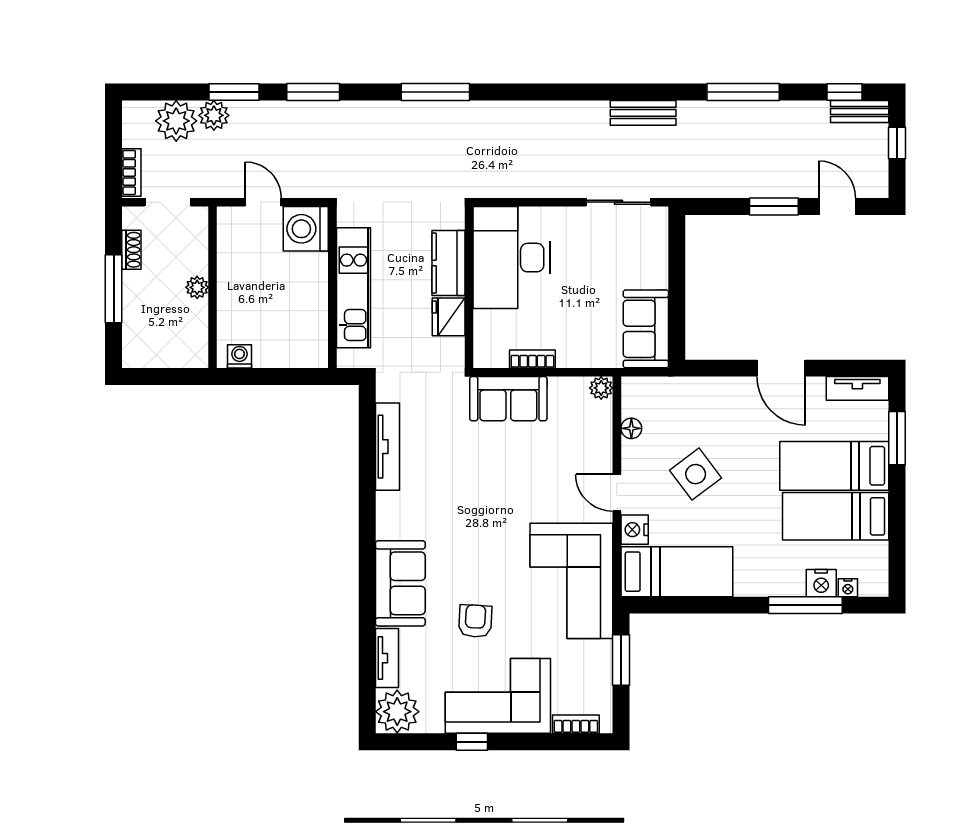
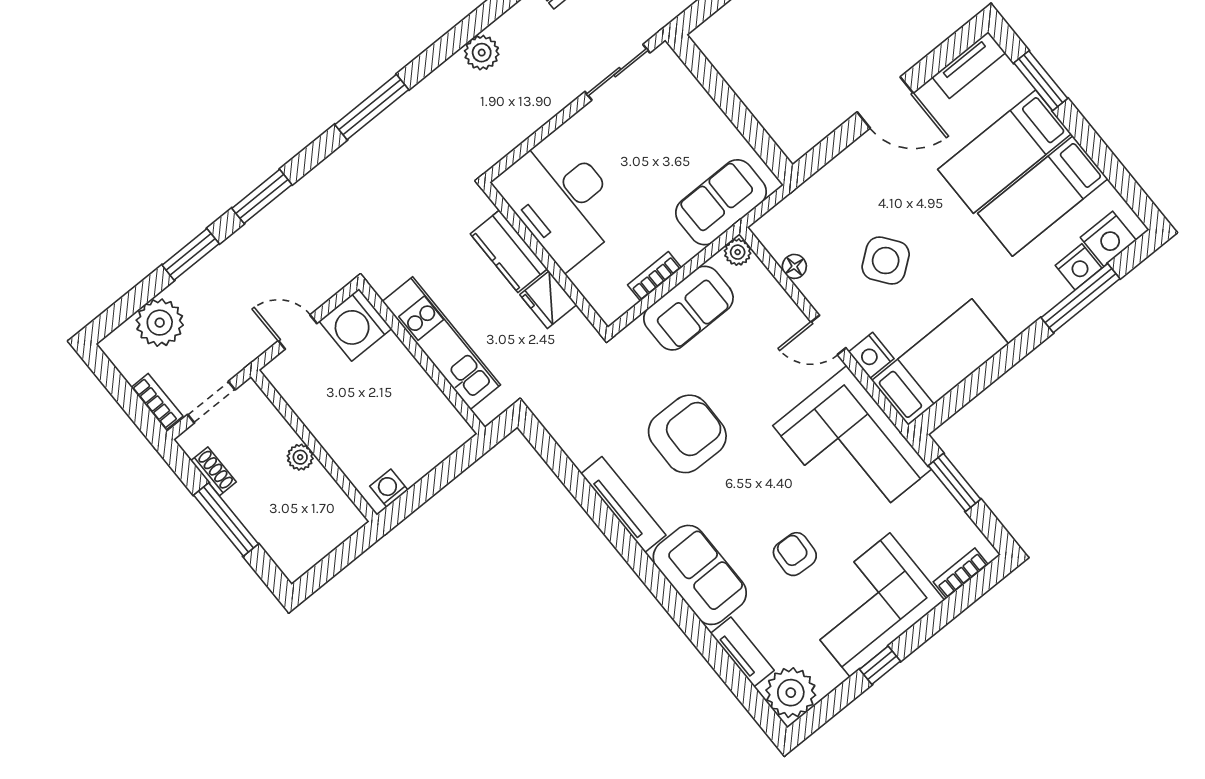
plant: (214, 115) -> (482, 53), moved
sofa: (646, 329) -> (721, 202), moved, turned 90
sofa: (508, 399) -> (688, 308), moved
tv unit: (387, 447) -> (623, 504), moved
armchair: (469, 482) -> (687, 434), added
nightstand: (848, 588) -> (1108, 239), width x1.89, depth x1.79

